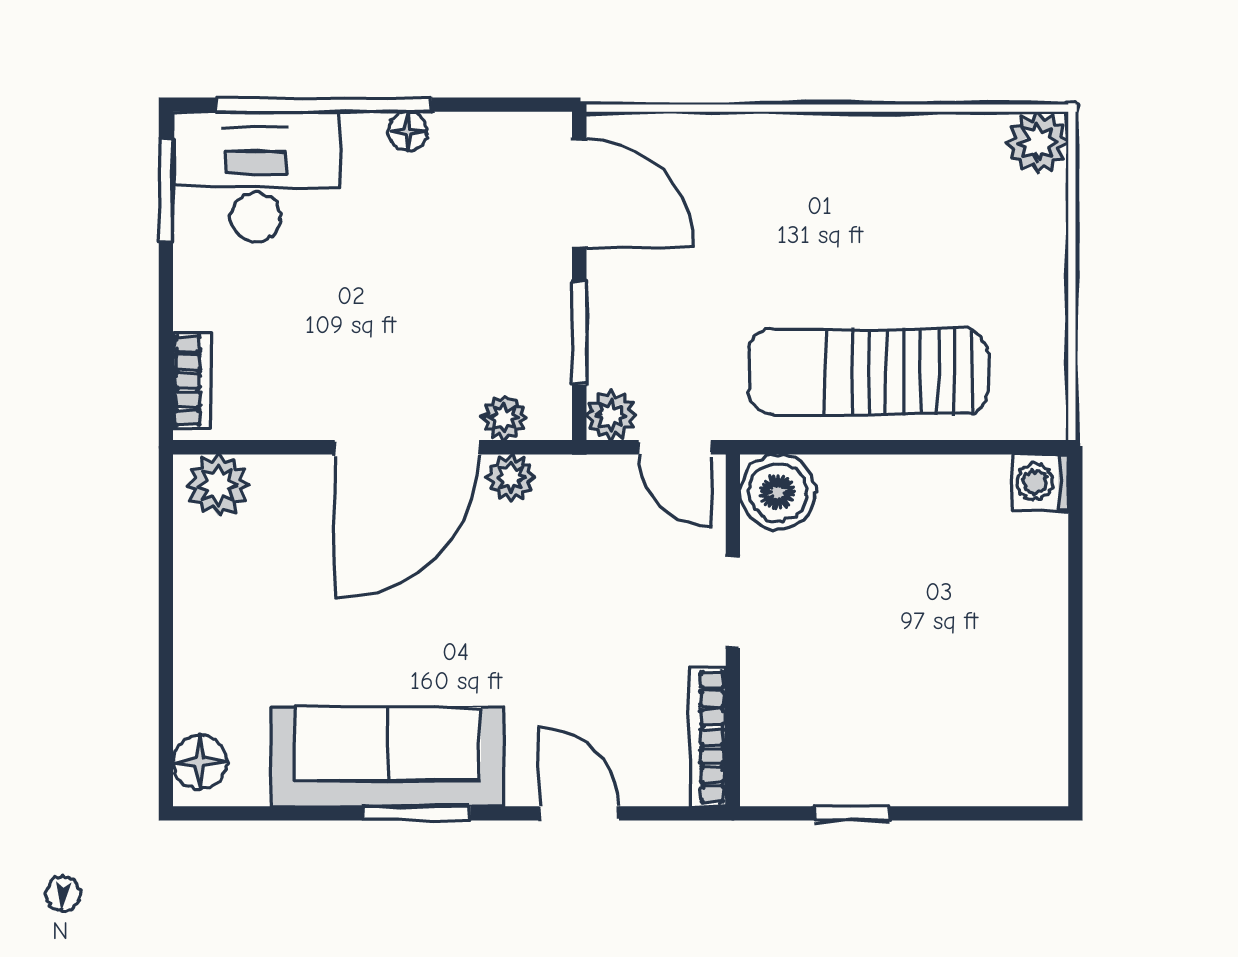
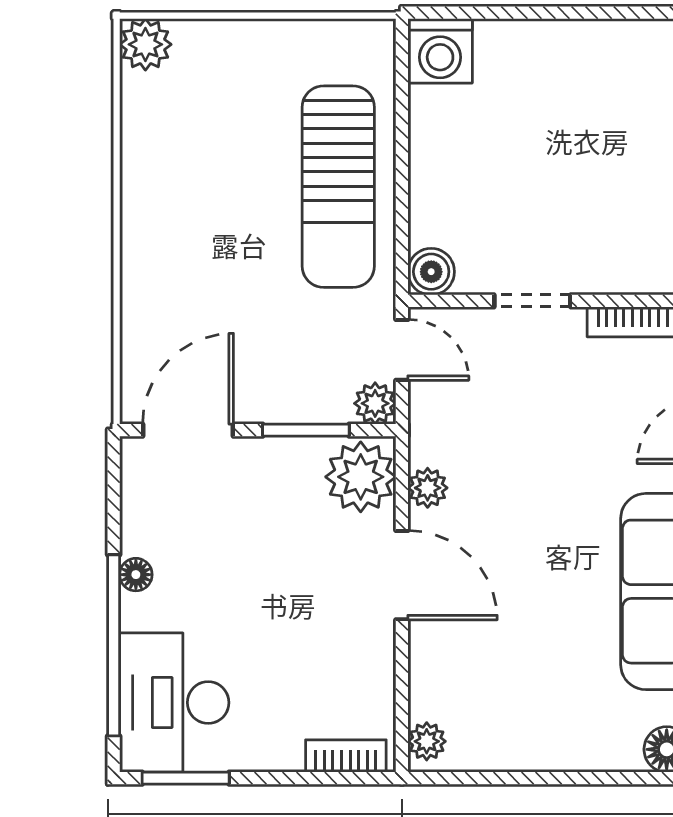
plant: (504, 418) -> (361, 477), width x1.87, depth x1.87
door: (407, 447) -> (402, 575), width x0.73
door: (675, 447) -> (402, 350), hinge flipped
washing machine: (1041, 482) -> (440, 51), width x1.38, depth x1.38
plant: (218, 485) -> (427, 741), width x0.73, depth x0.73
boiler: (778, 492) -> (431, 272), width x0.73, depth x0.73

